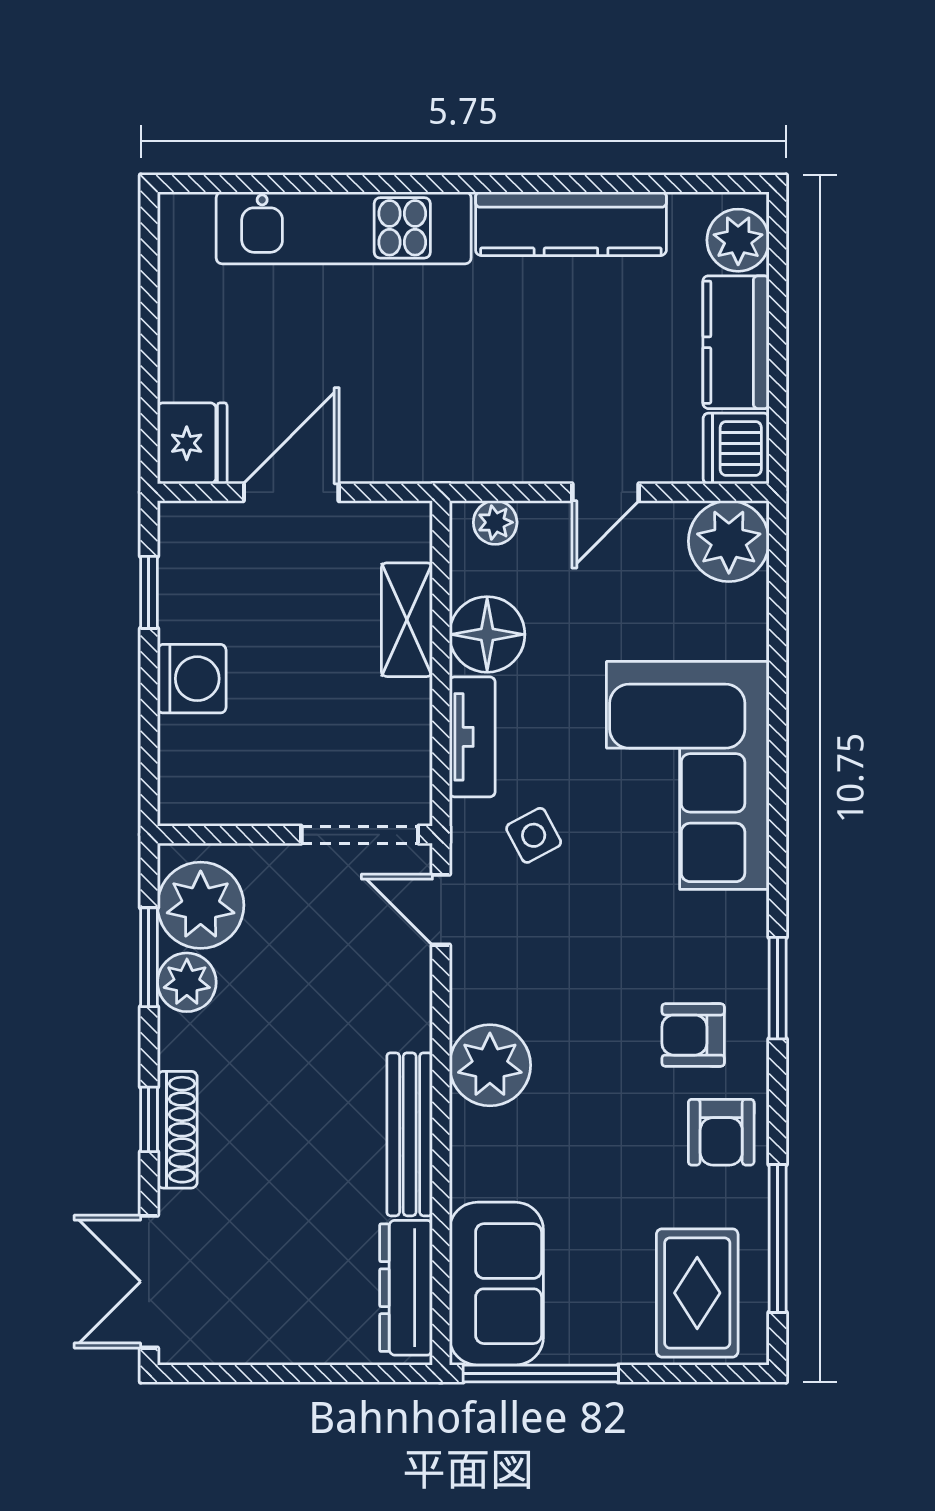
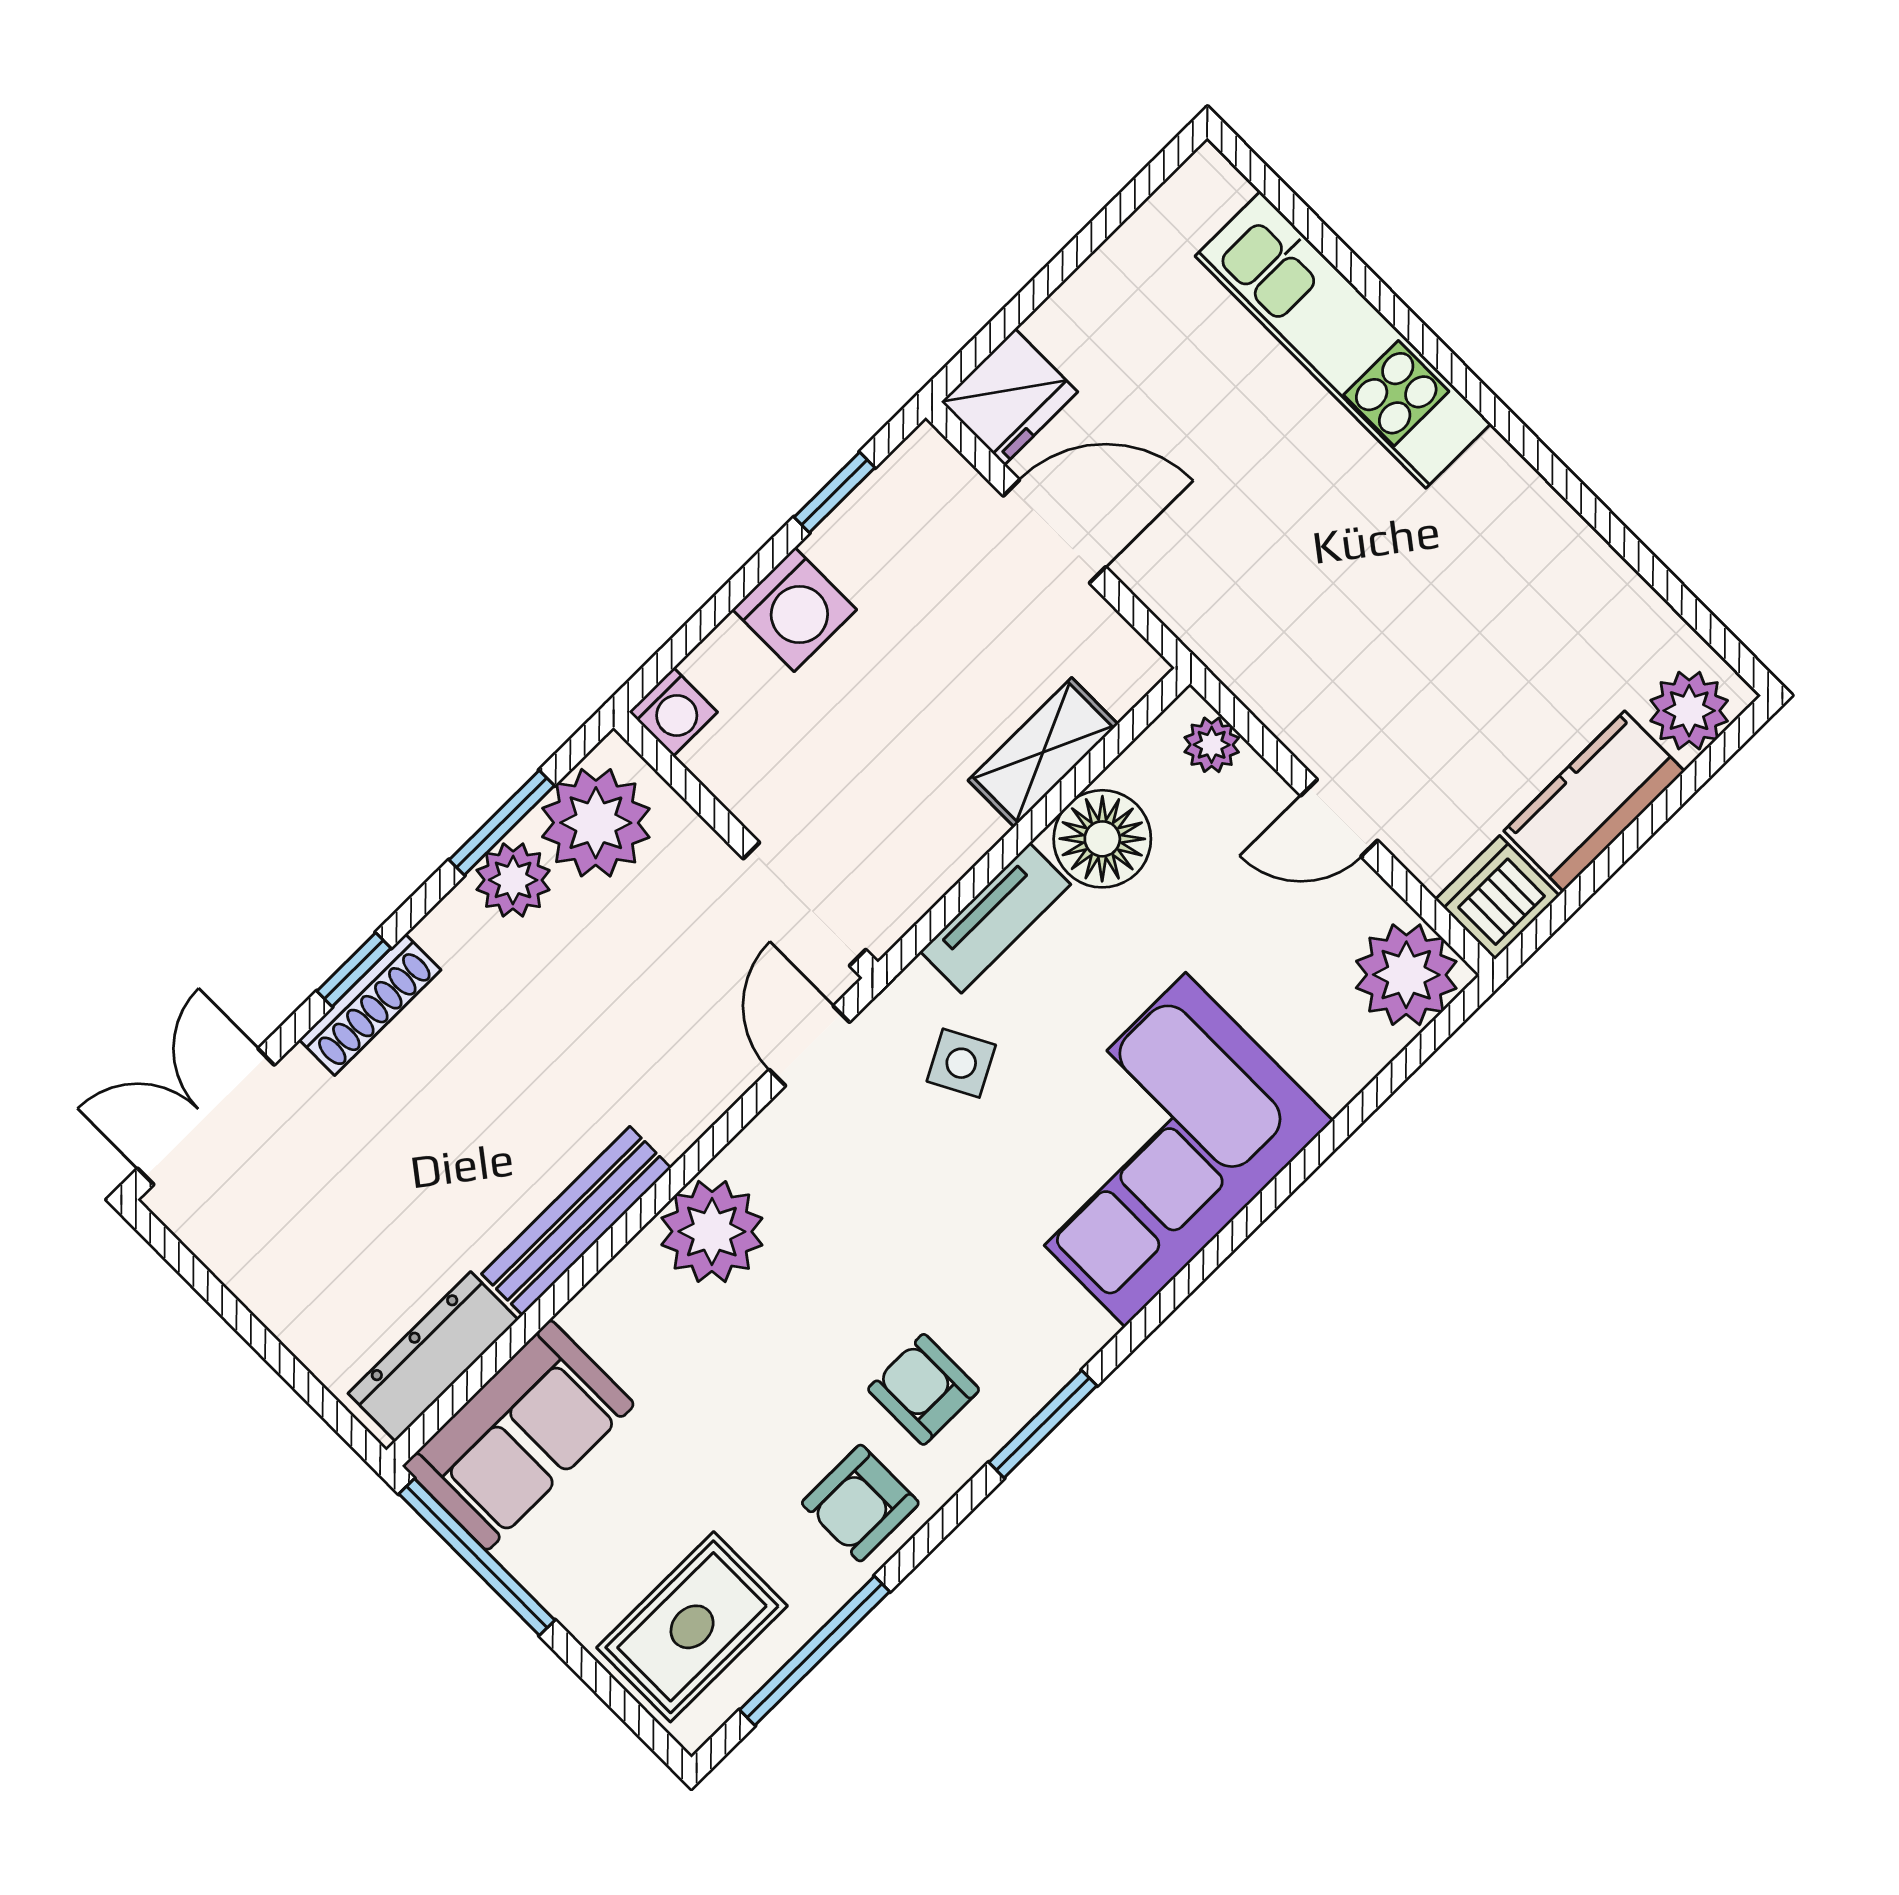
kitchen counter: (571, 224) -> (1553, 543), removed
washing machine: (182, 802) -> (673, 712), added

